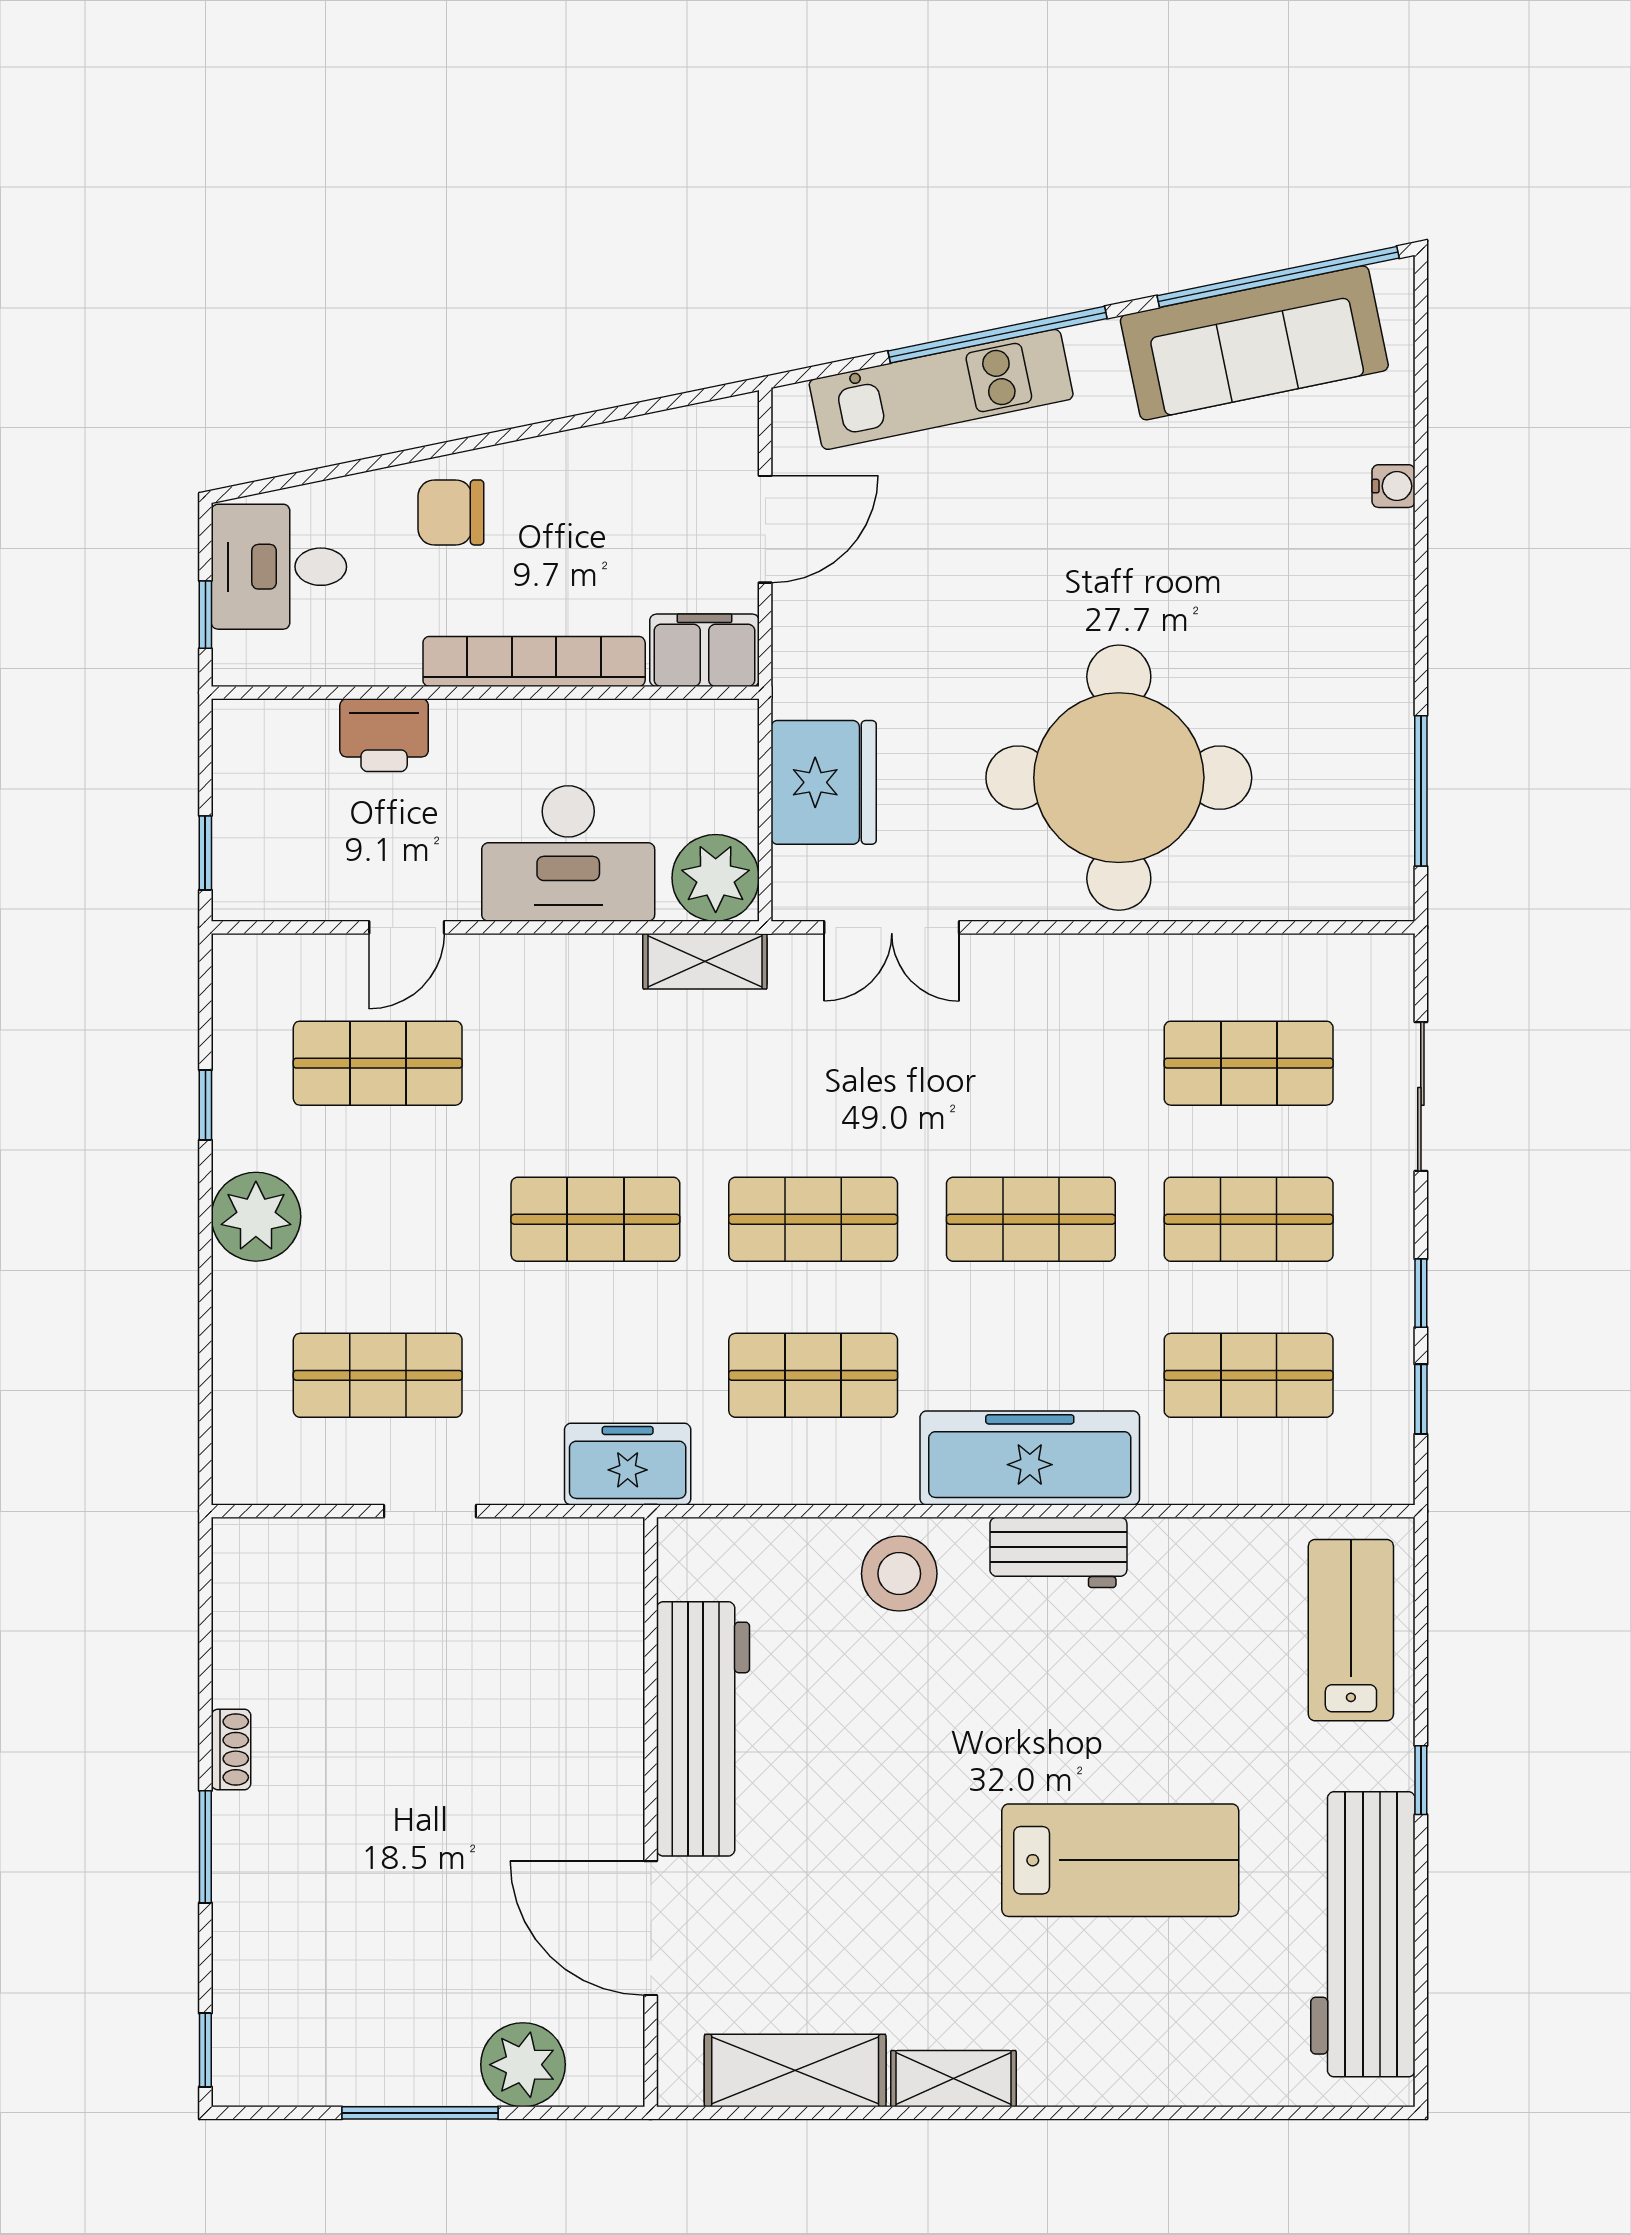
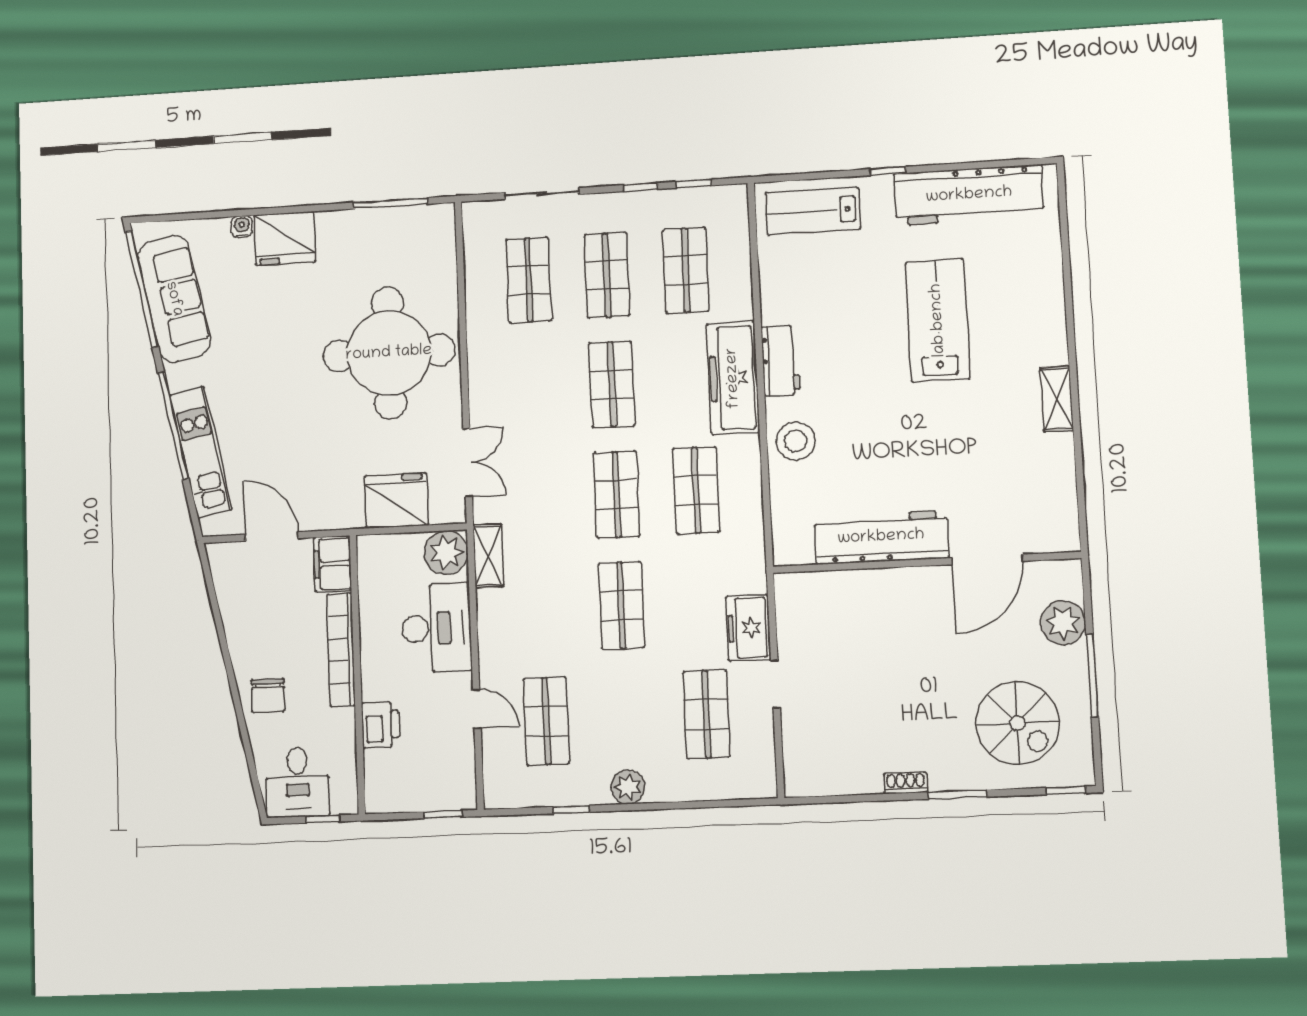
fridge: (1363, 573) -> (285, 238), added
plant: (256, 1217) -> (628, 787), width x0.73, depth x0.73
freezer: (628, 1464) -> (748, 628), moved
spiral stairs: (336, 1967) -> (1017, 723), added
shelving: (795, 2071) -> (1058, 481), removed

